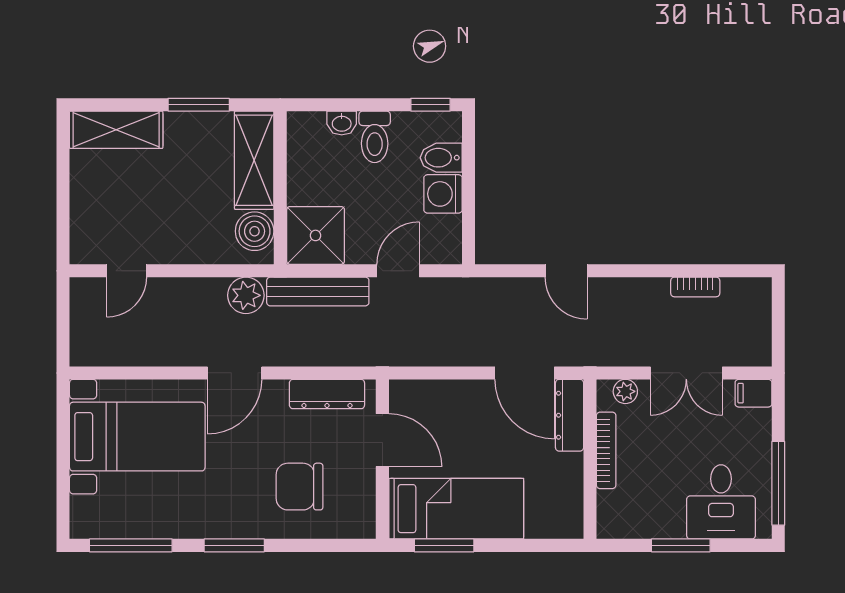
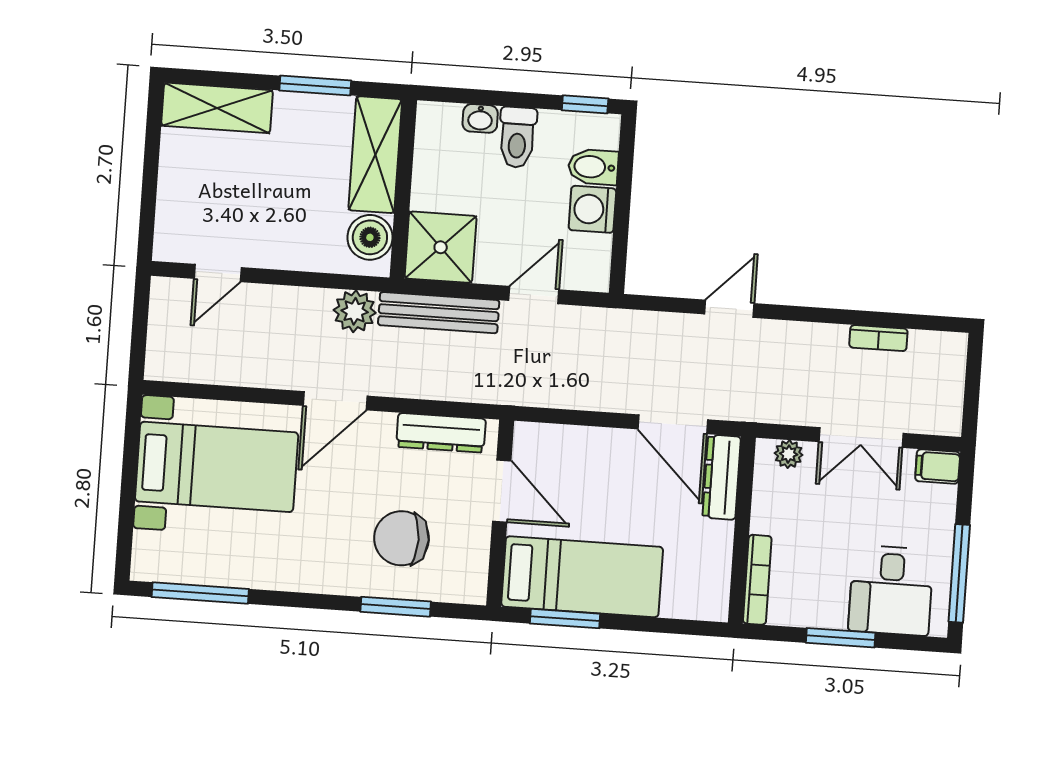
door: (566, 271) -> (729, 309), swing flipped
bookcase: (606, 450) -> (757, 580), moved
window: (234, 545) -> (396, 607), moved

